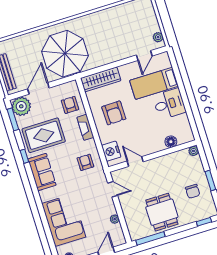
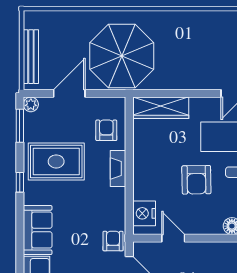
plant: (21, 106) -> (31, 104), width x0.53, depth x0.53
armchair: (114, 113) -> (196, 180), moved
armchair: (85, 162) -> (113, 241), moved
sofa: (42, 172) -> (38, 230), moved

